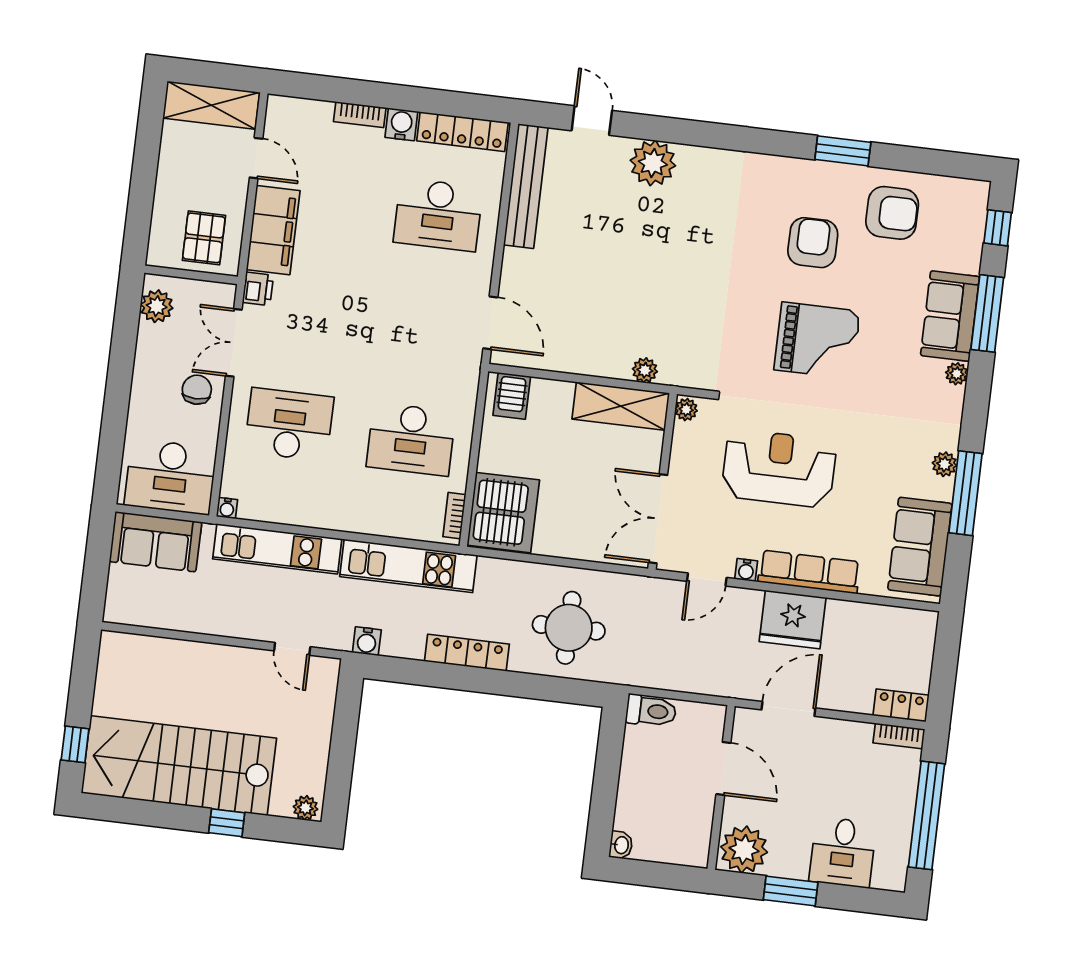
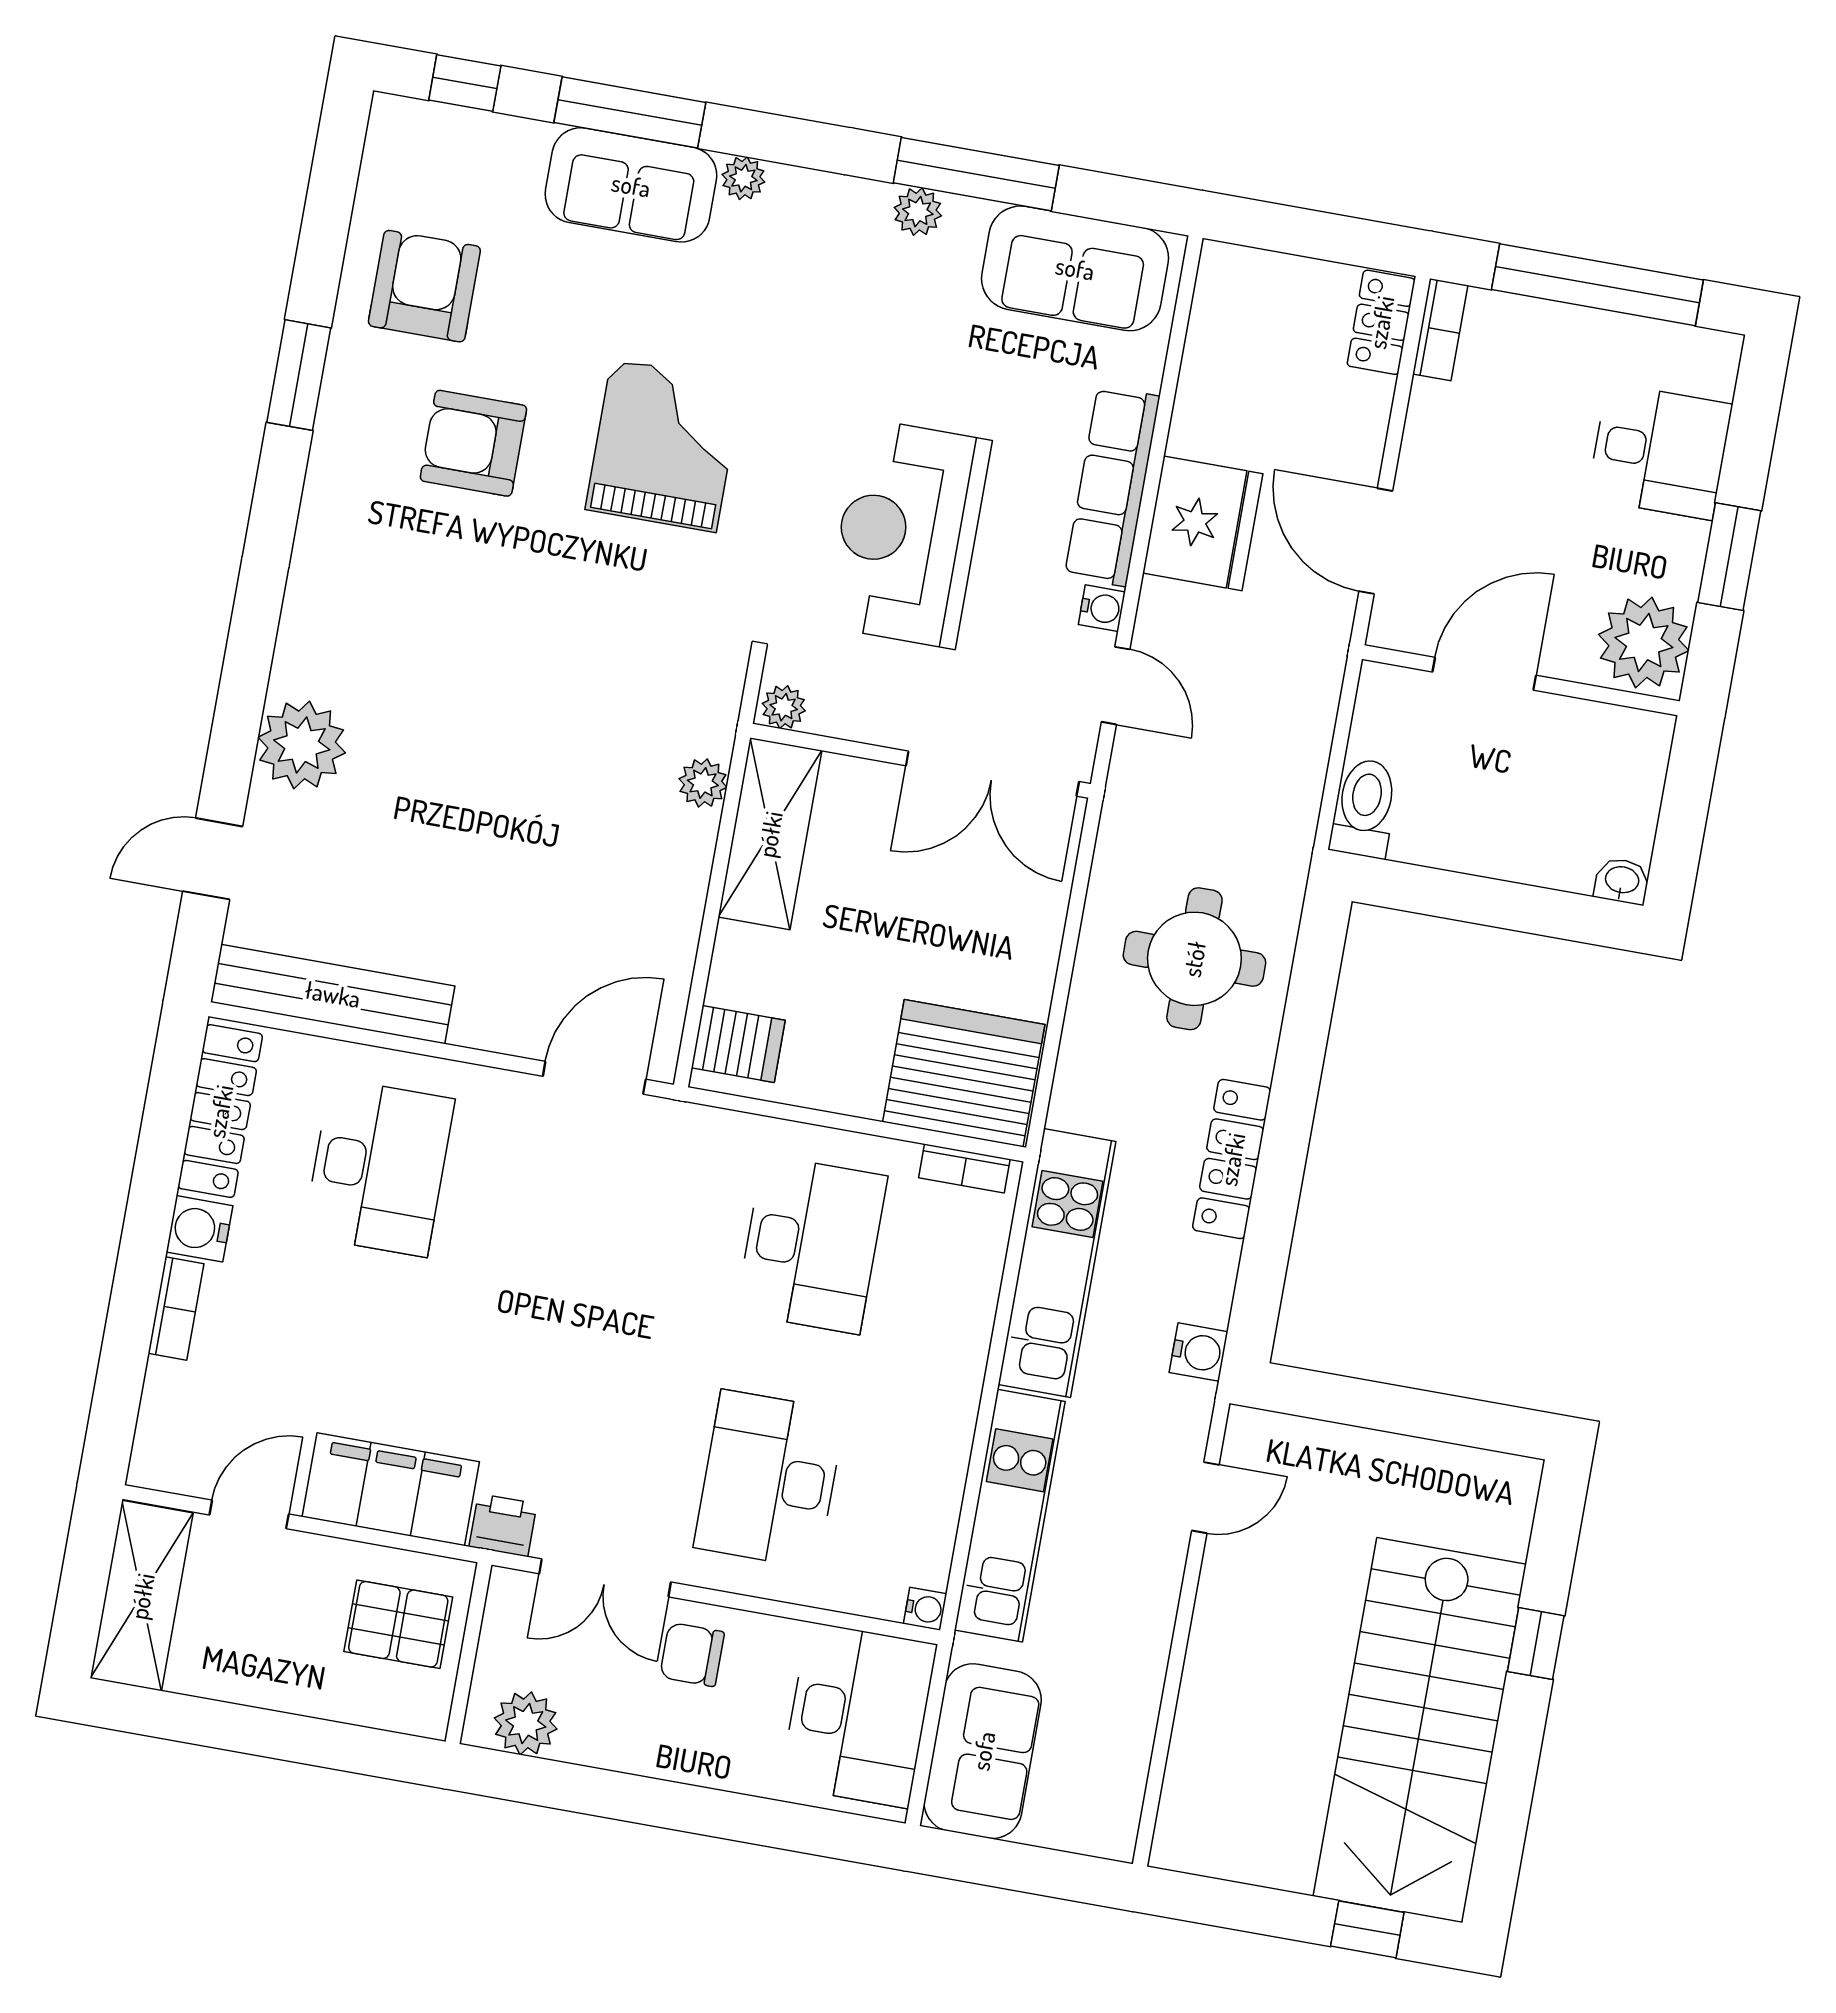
plant: (305, 808) -> (1515, 1489), removed

